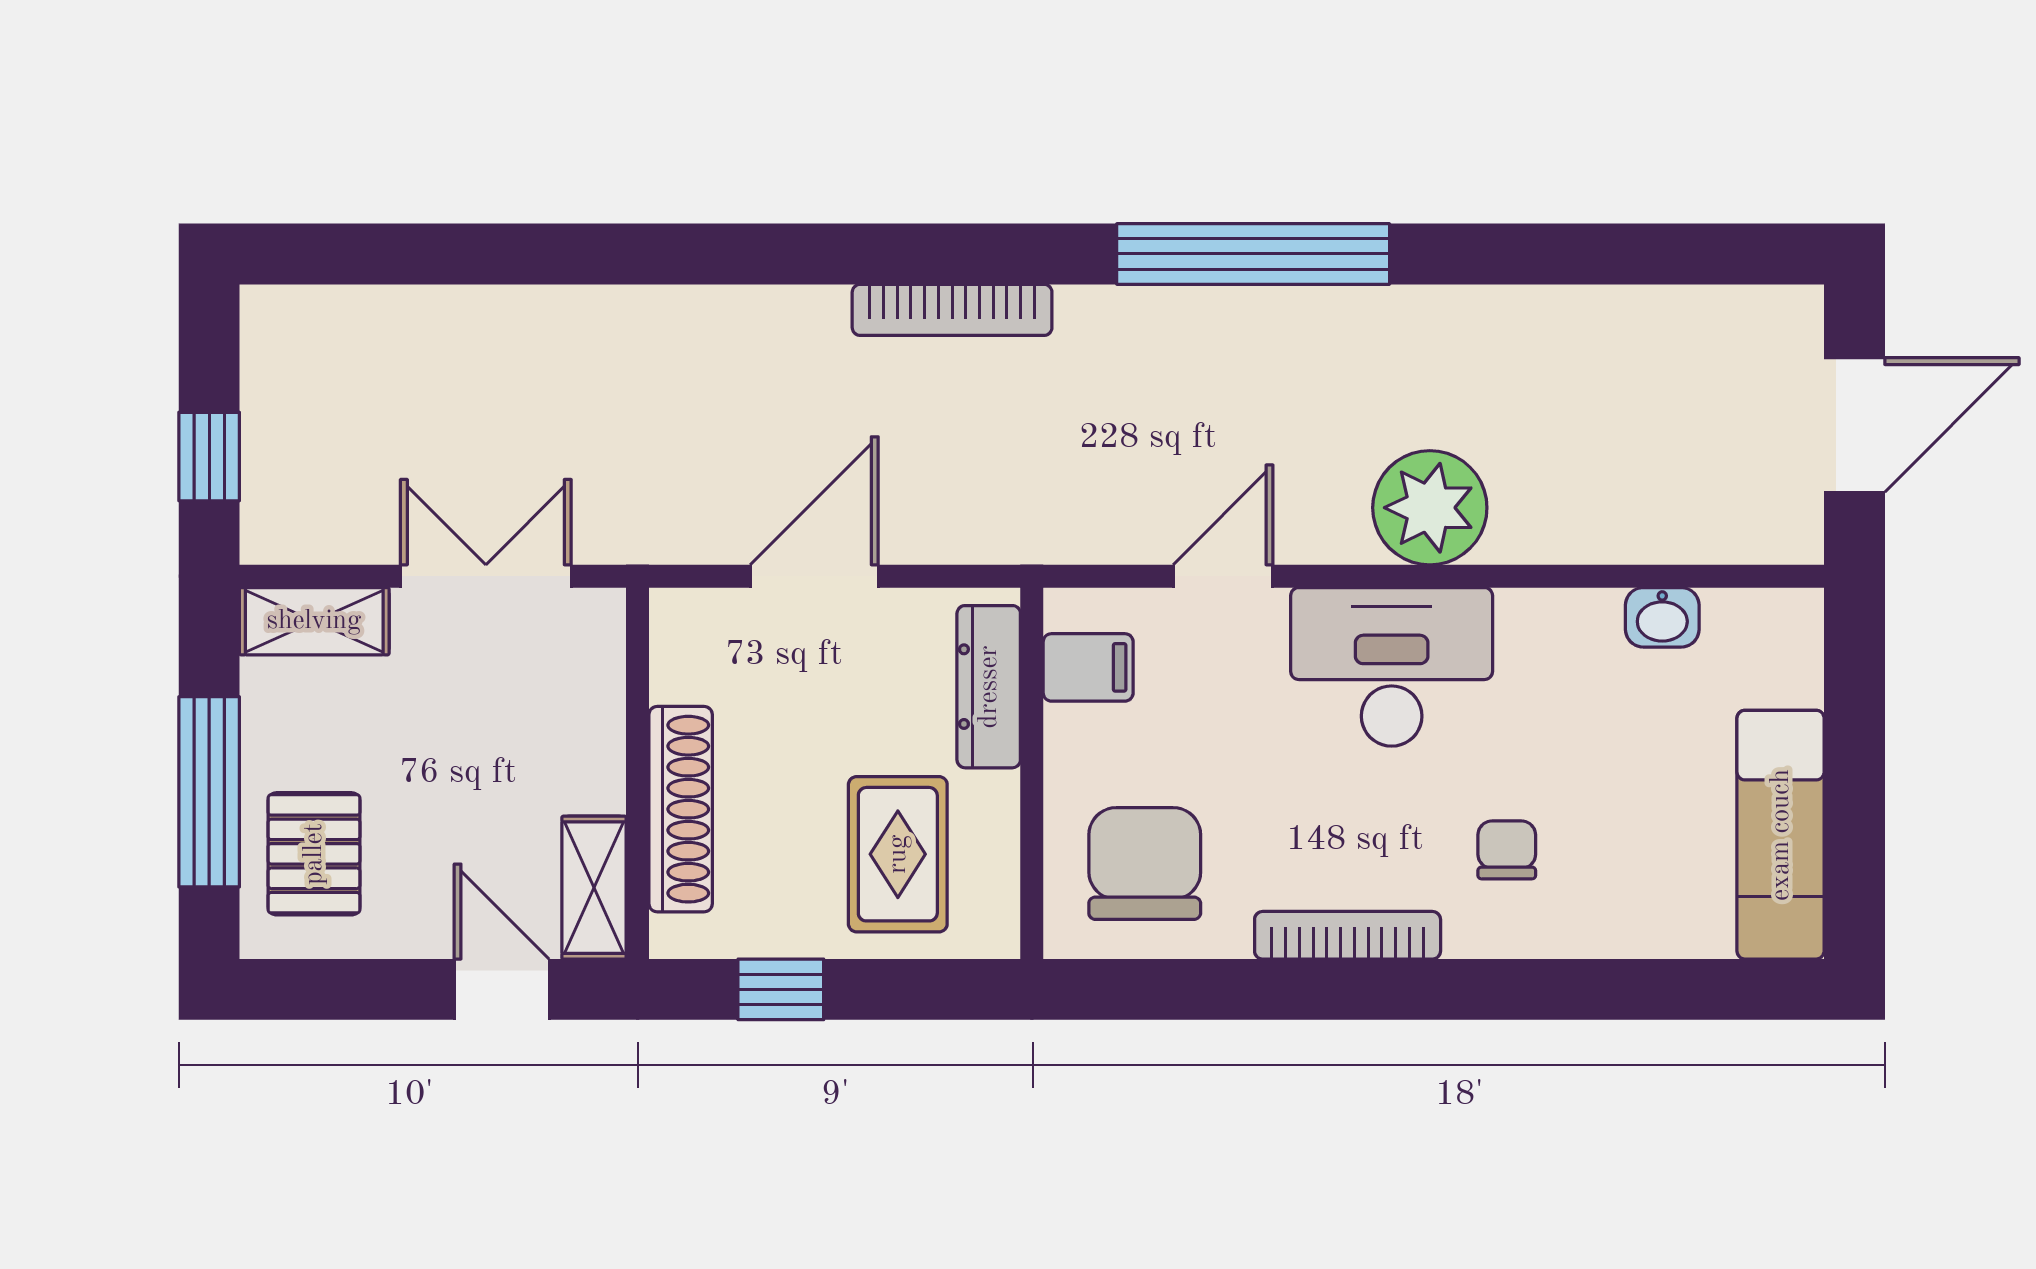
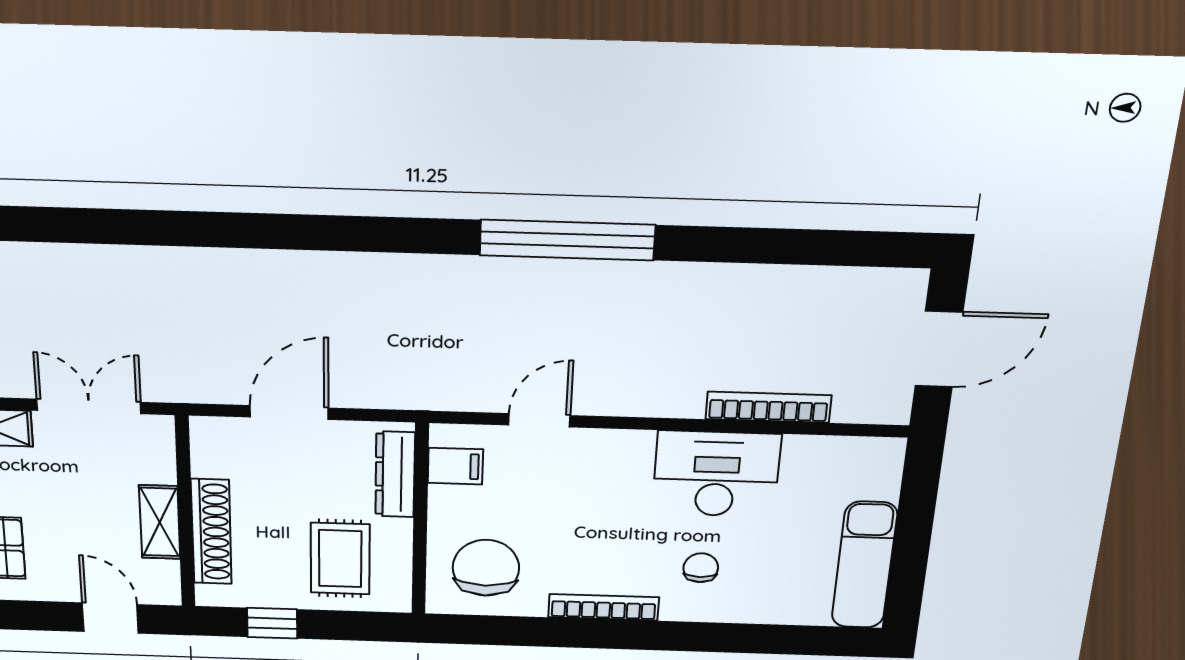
bookcase: (952, 310) -> (768, 407), moved, turned 180
plant: (1430, 508) -> (669, 387), removed
washbasin: (1662, 617) -> (807, 450), removed
desk: (1392, 667) -> (716, 474), moved
shelving: (594, 888) -> (160, 522), moved

